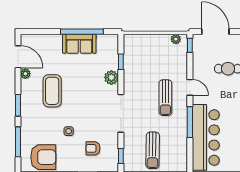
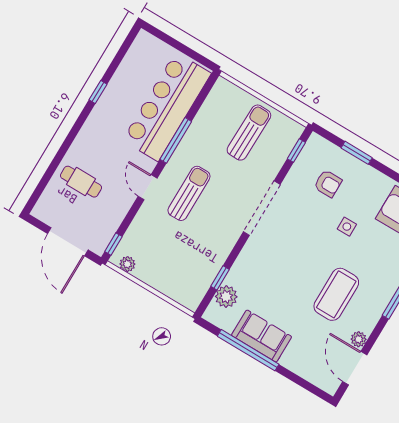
plant: (111, 77) -> (226, 297), moved

